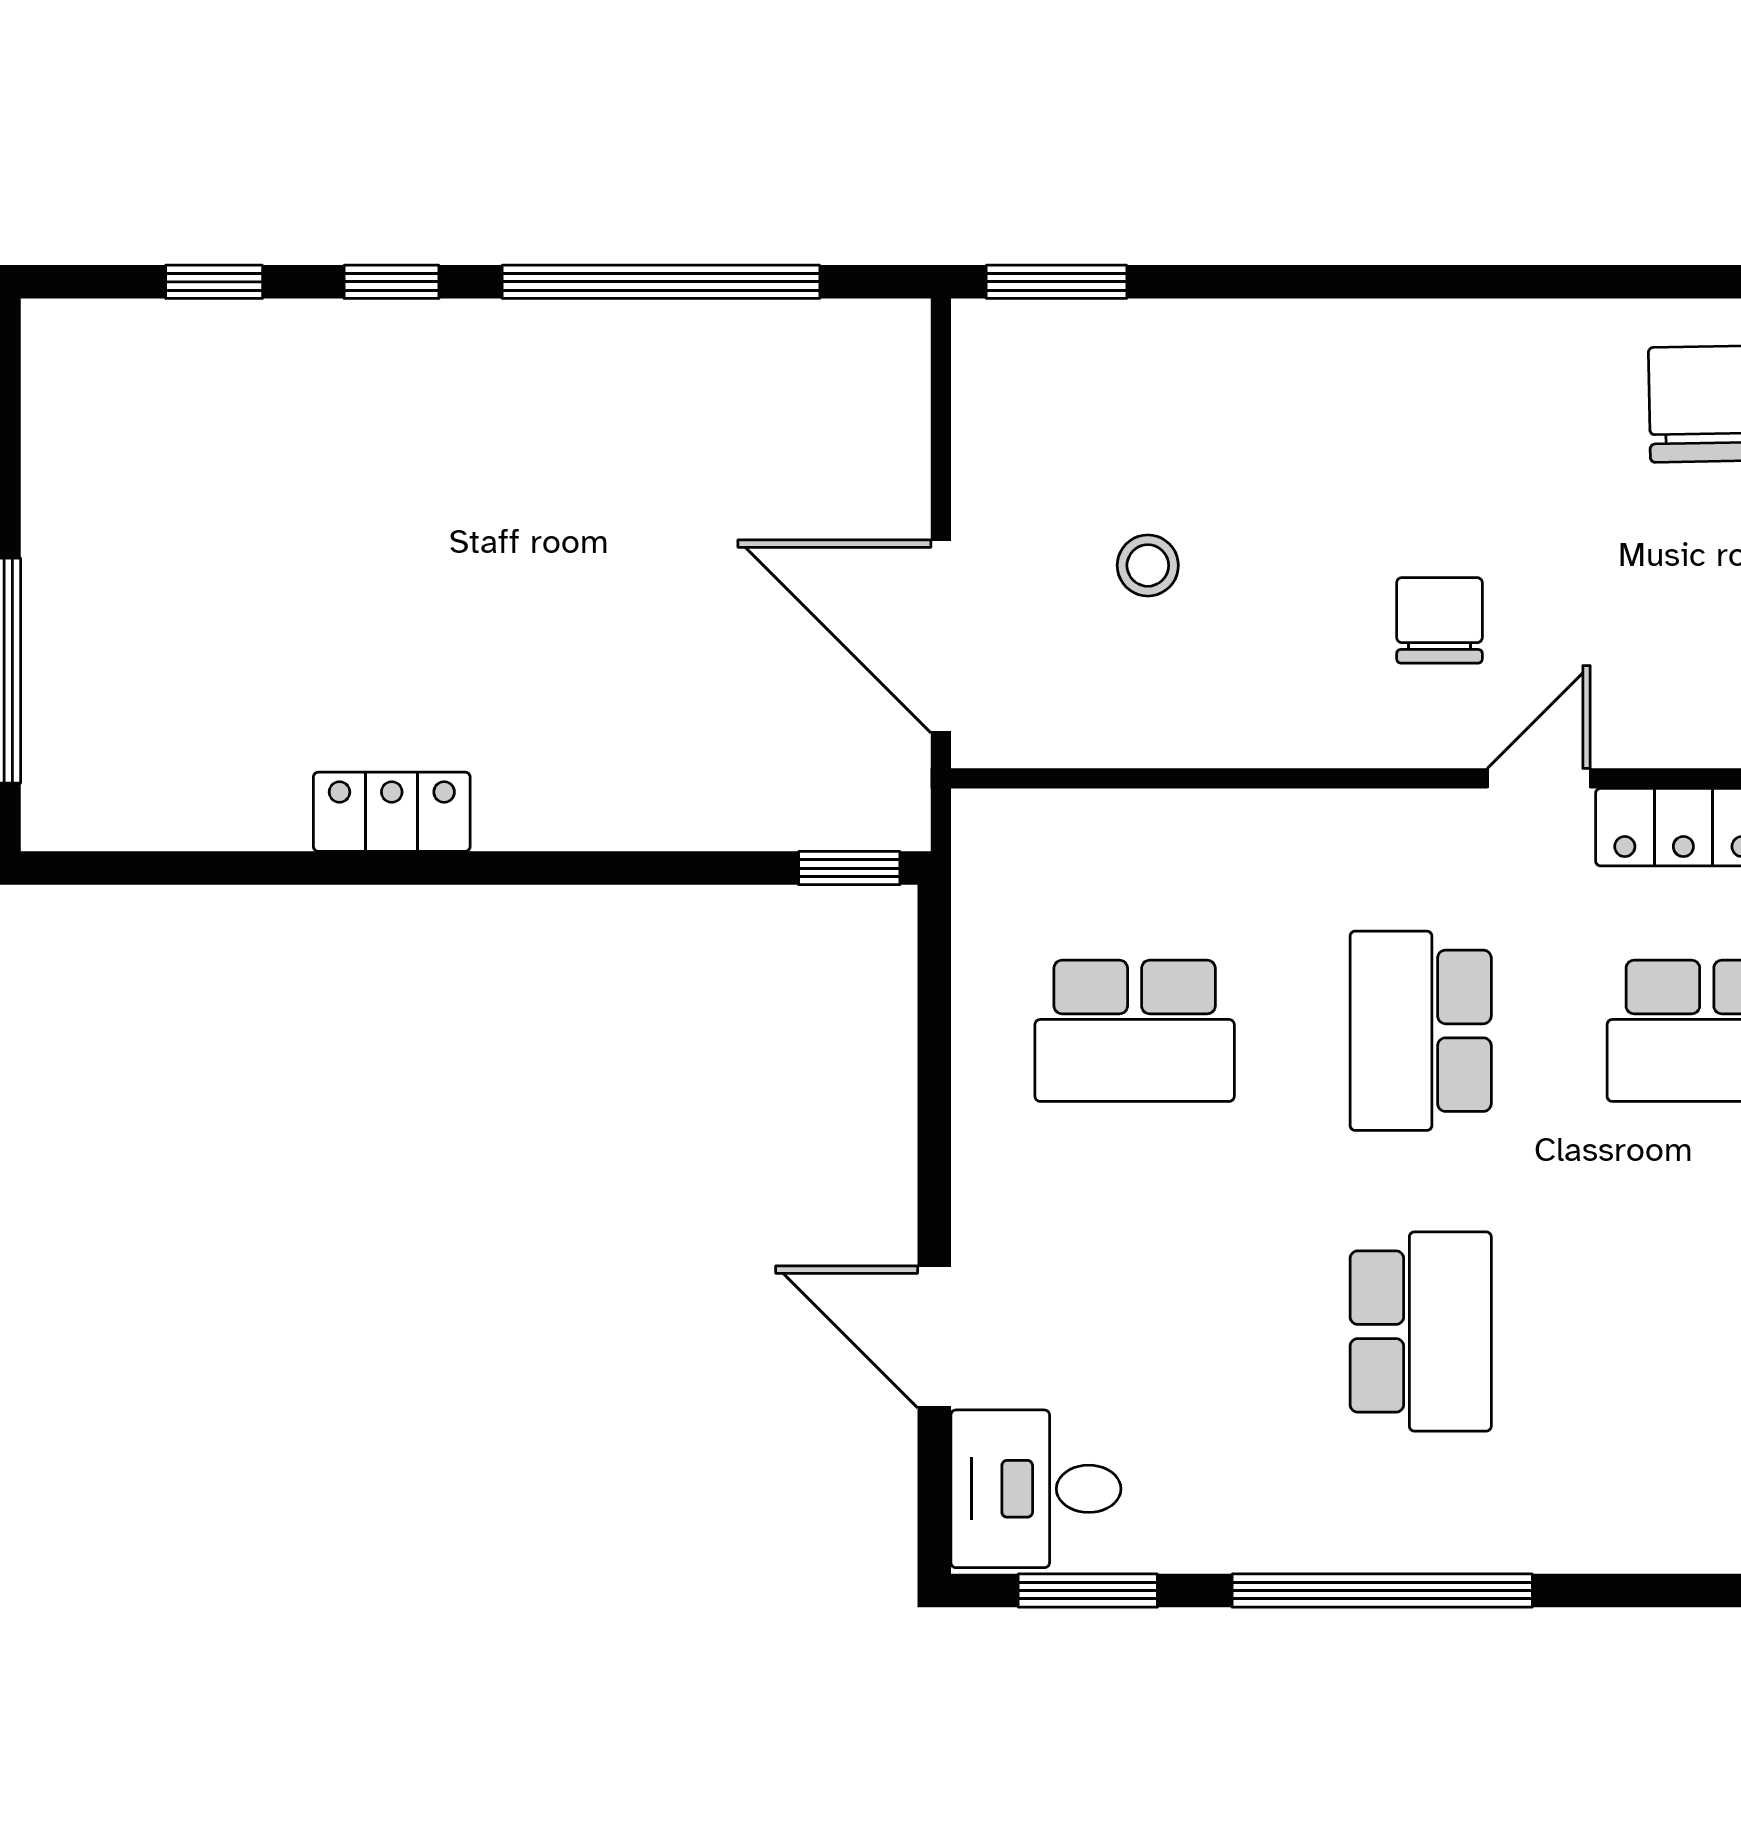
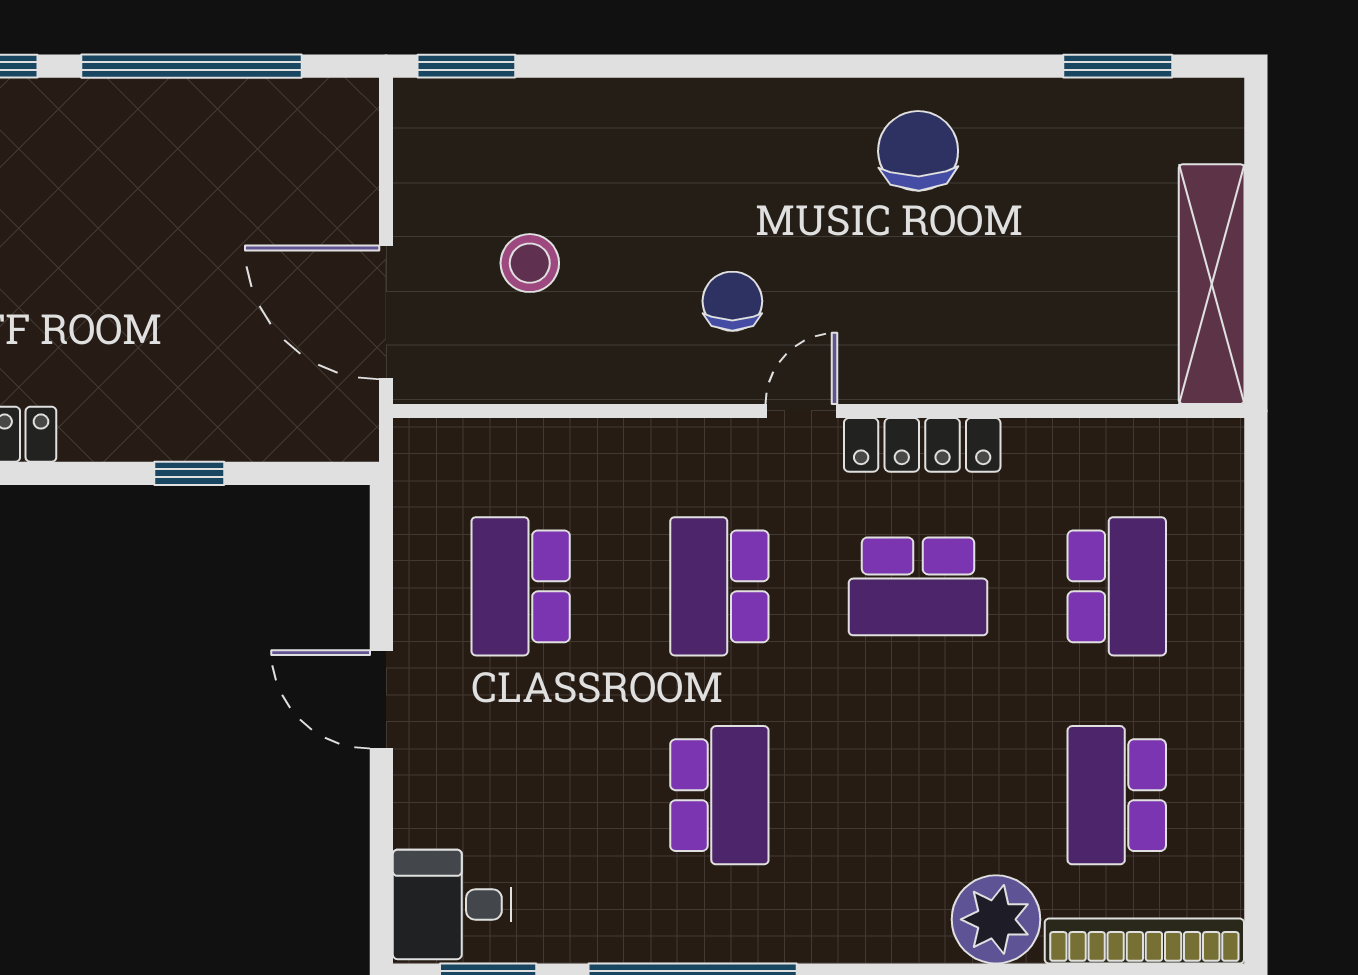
stool: (1148, 565) -> (530, 263), width x1.37, depth x1.37
window: (849, 868) -> (189, 473), moved
school desk: (1135, 1031) -> (521, 586), turned 90
door: (934, 1337) -> (381, 699), moved

